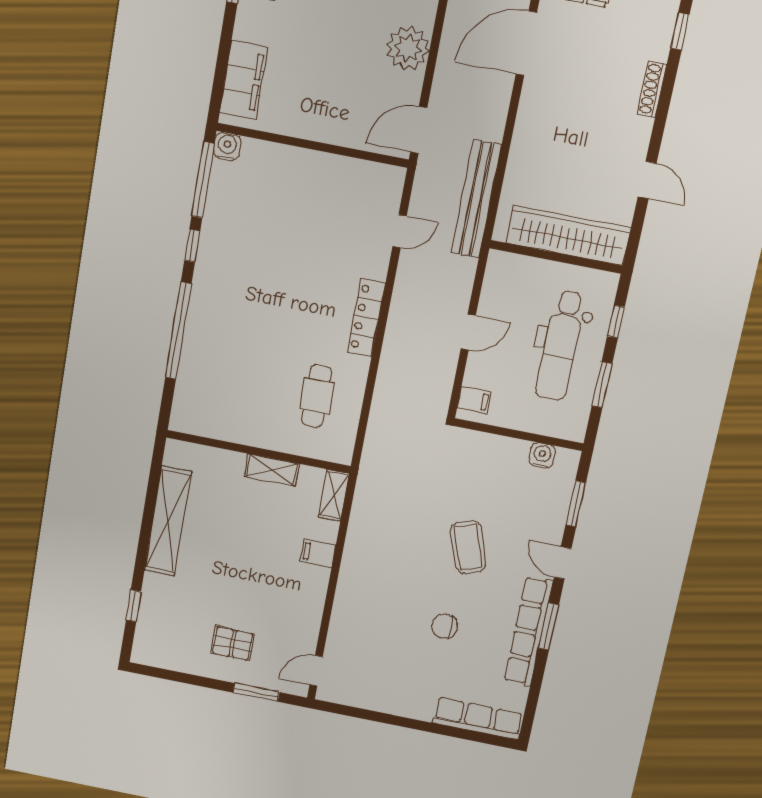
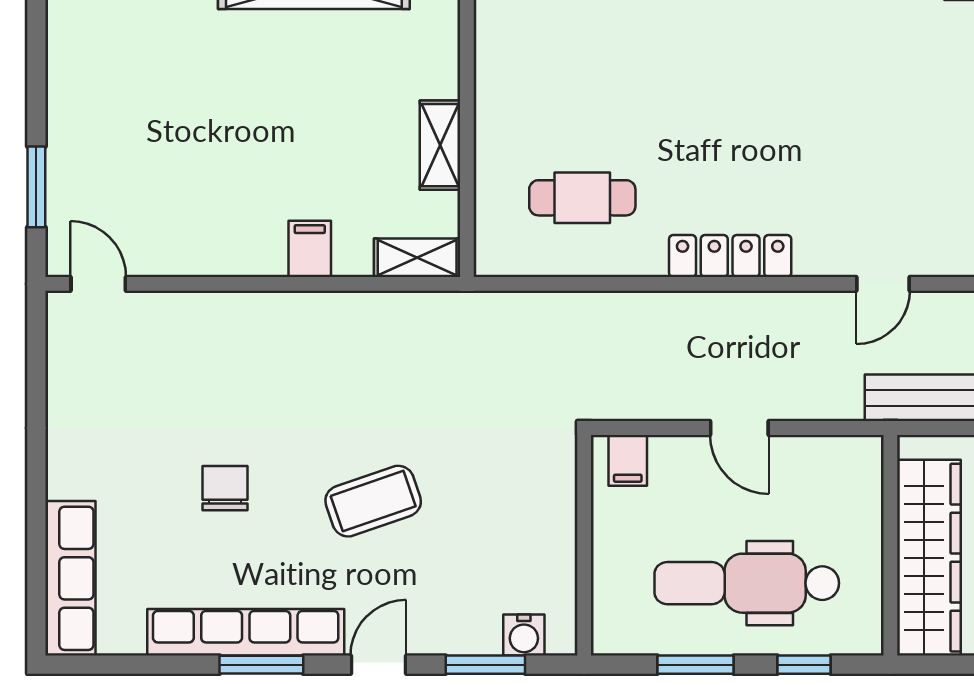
door: (400, 231) -> (883, 284), hinge flipped
water cooler: (542, 455) -> (524, 635), moved, turned 90
pallet: (233, 643) -> (117, 131), removed

